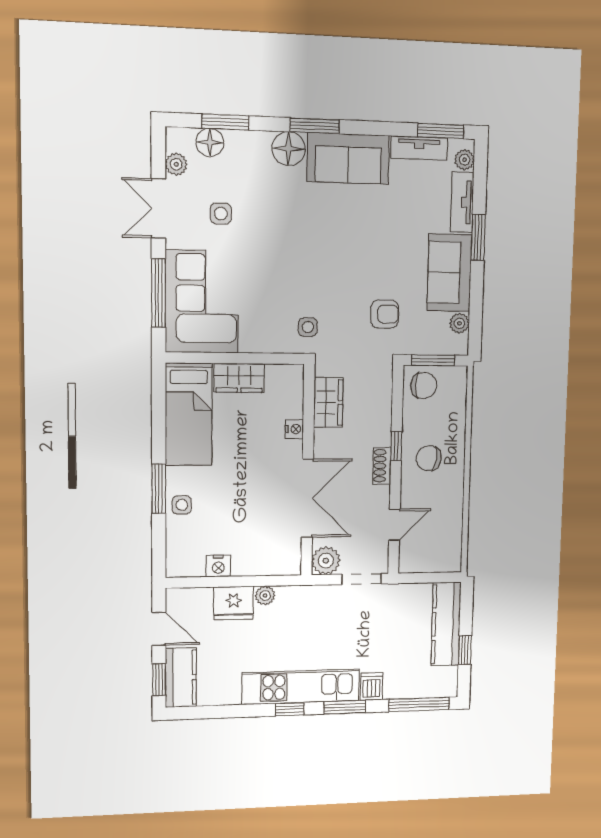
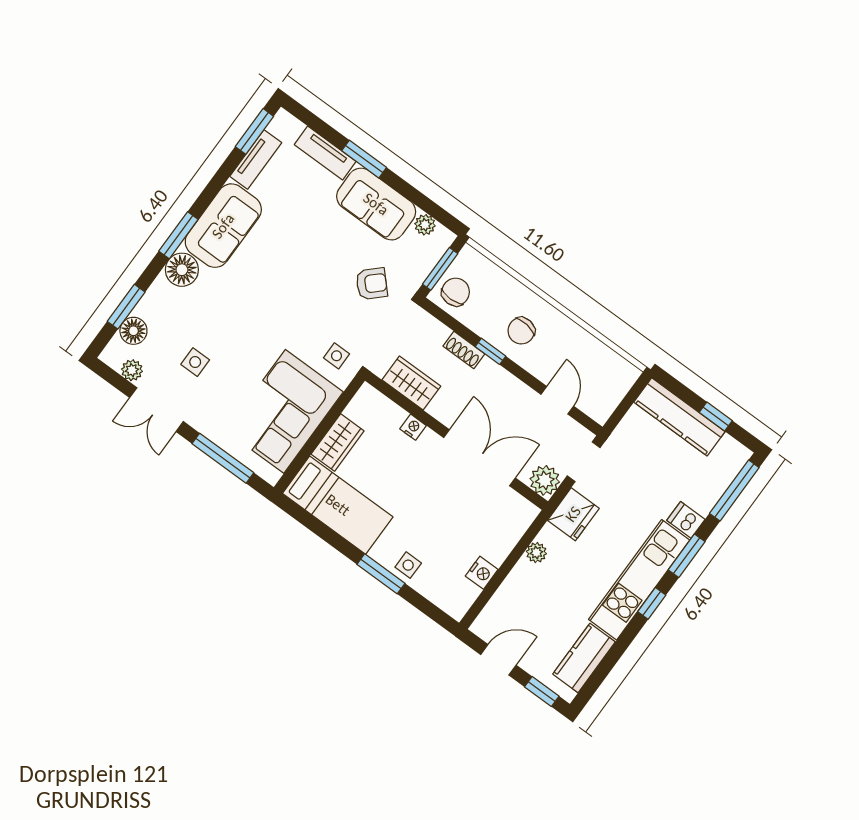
plant: (465, 160) -> (292, 127), removed
corner sofa: (202, 302) -> (285, 411), moved, turned -90
armchair: (385, 314) -> (372, 284), turned 46
shoe rack: (382, 466) -> (464, 350), moved
fridge: (234, 603) -> (573, 514), moved
kitchen counter: (181, 678) -> (584, 658), moved, turned -90

